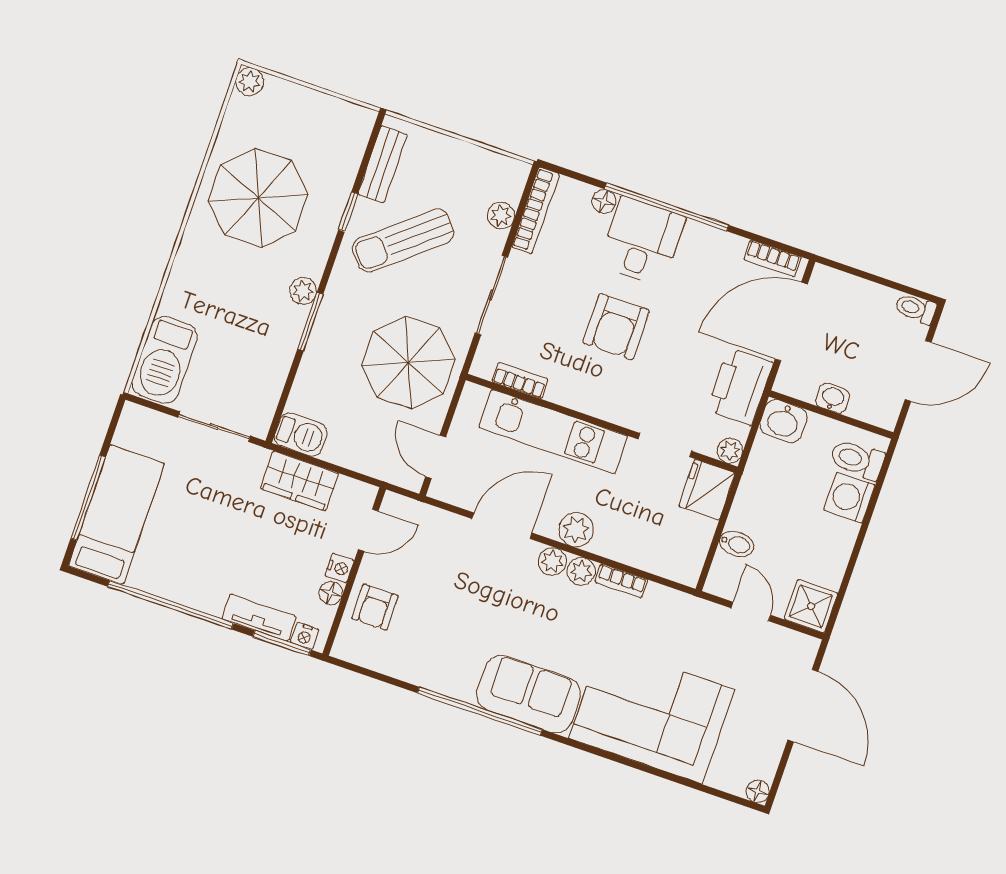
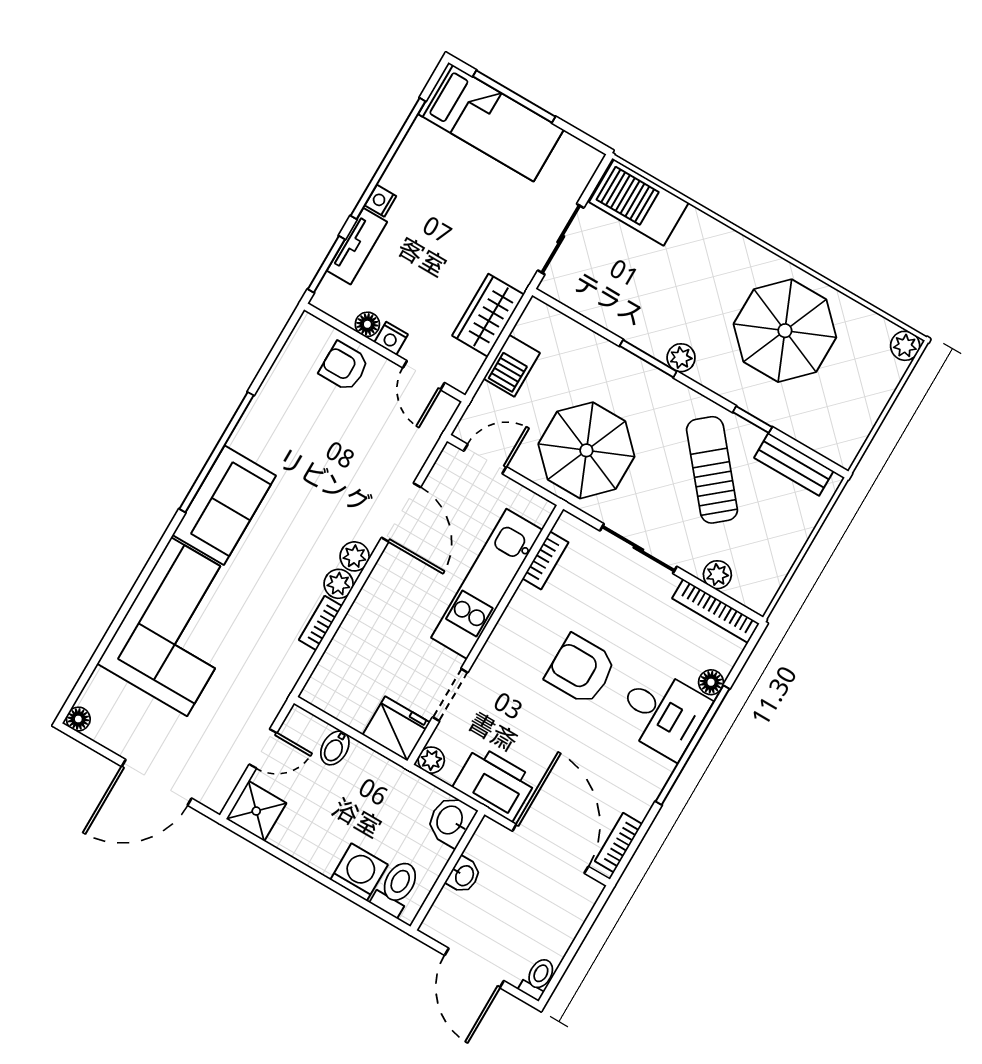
barbecue: (301, 435) -> (512, 366), moved
plant: (576, 530) -> (382, 587), removed
nightstand: (305, 636) -> (381, 201), moved

